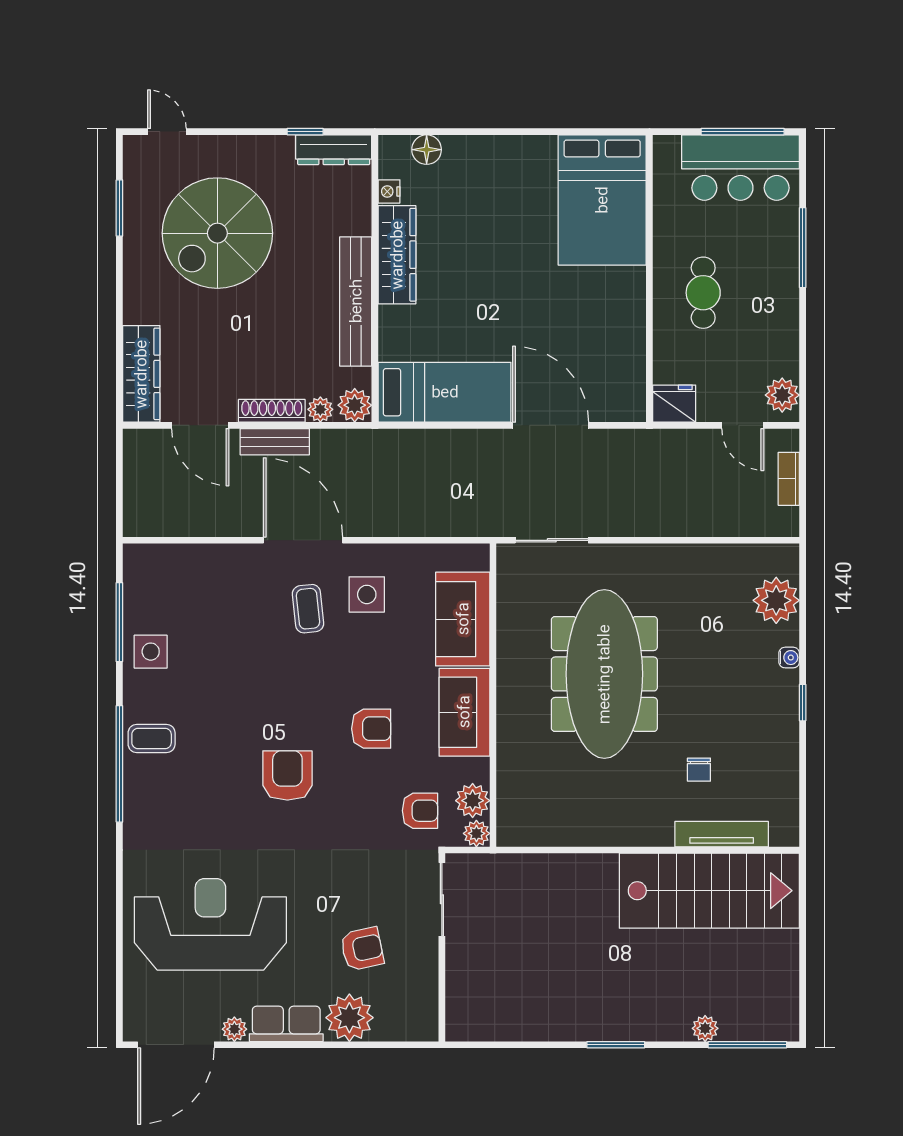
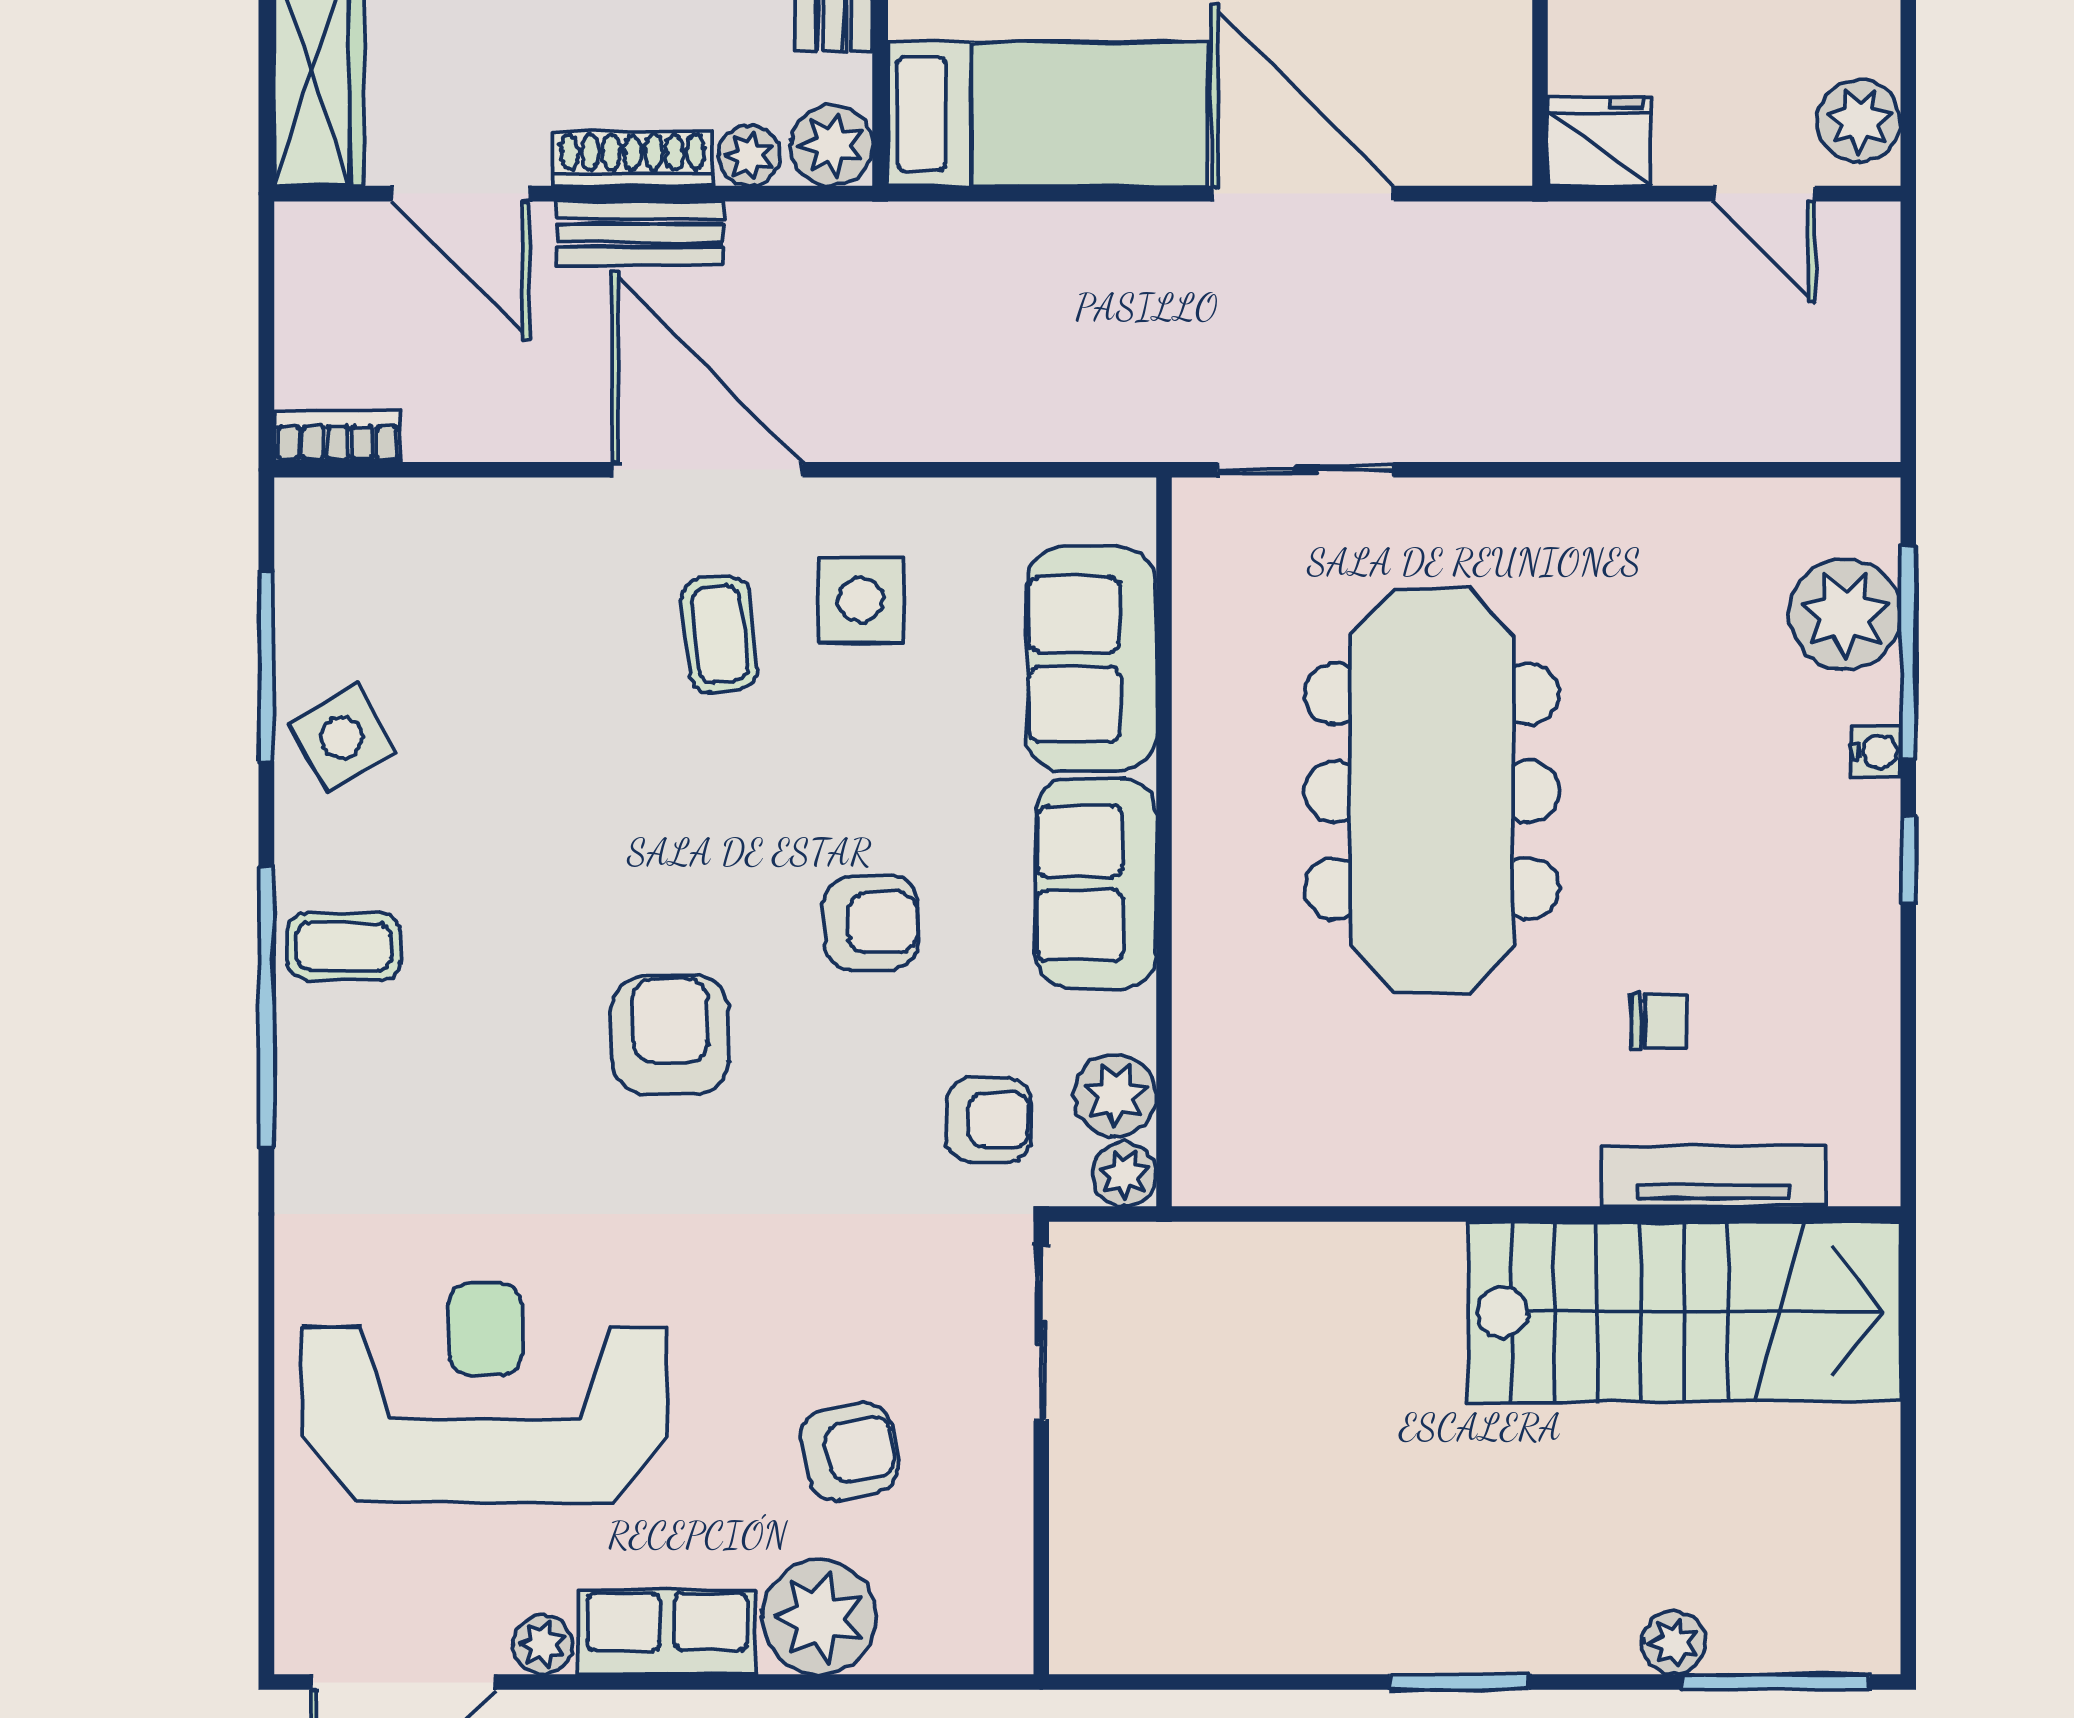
bookcase: (789, 479) -> (338, 437), moved, turned 90
window: (803, 616) -> (1908, 652), added
side table: (151, 652) -> (341, 737), turned -30
chair: (699, 770) -> (1659, 1021), turned -90

